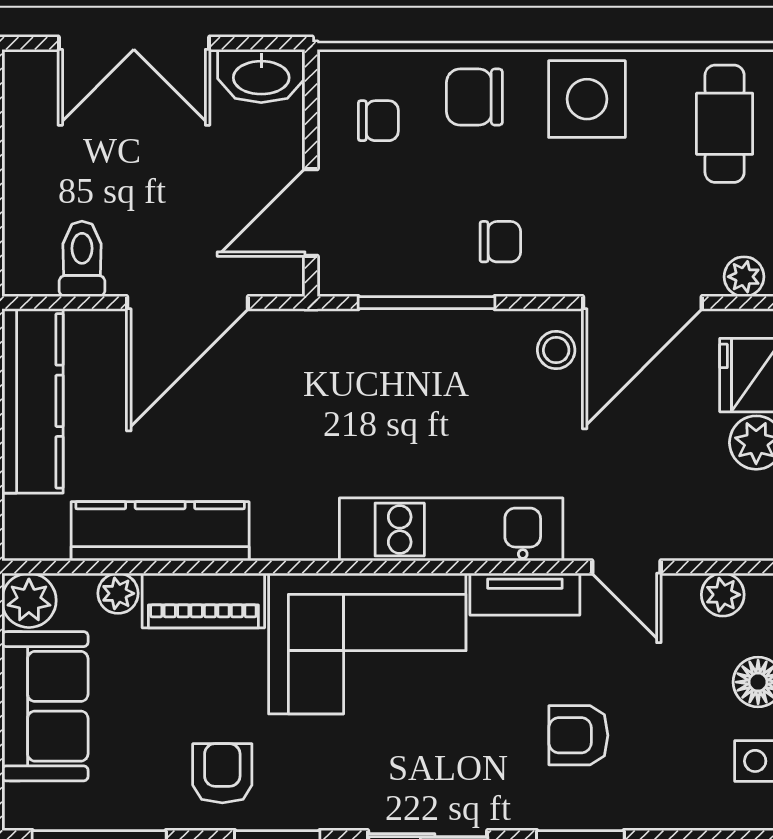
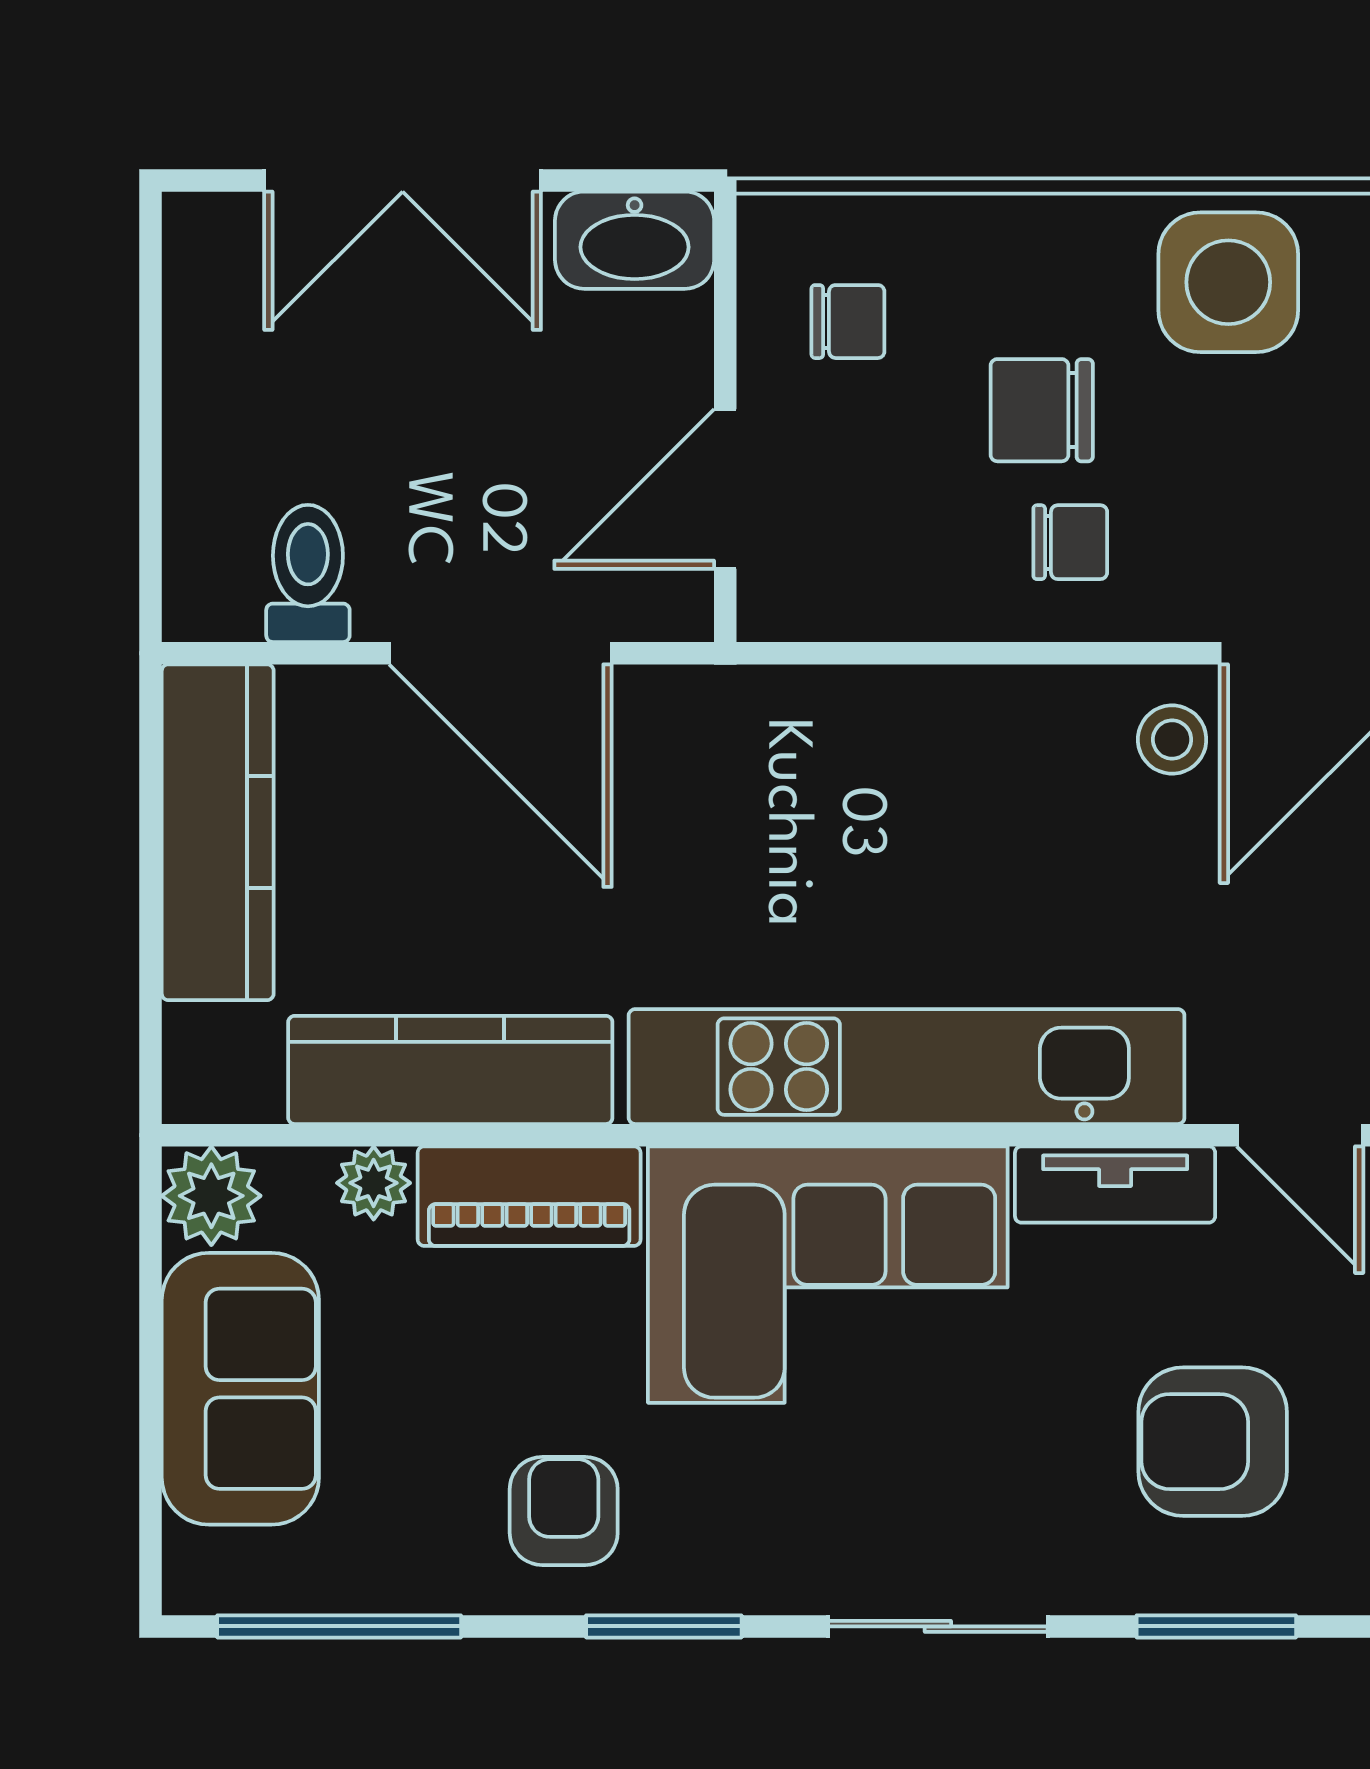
chair: (474, 97) -> (1042, 410), moved
door: (188, 303) -> (500, 653), hinge flipped
window: (426, 303) -> (936, 653), removed
kitchen unit: (451, 529) -> (907, 1067), width x1.36
armchair: (578, 735) -> (1213, 1442), width x1.38, depth x1.38

